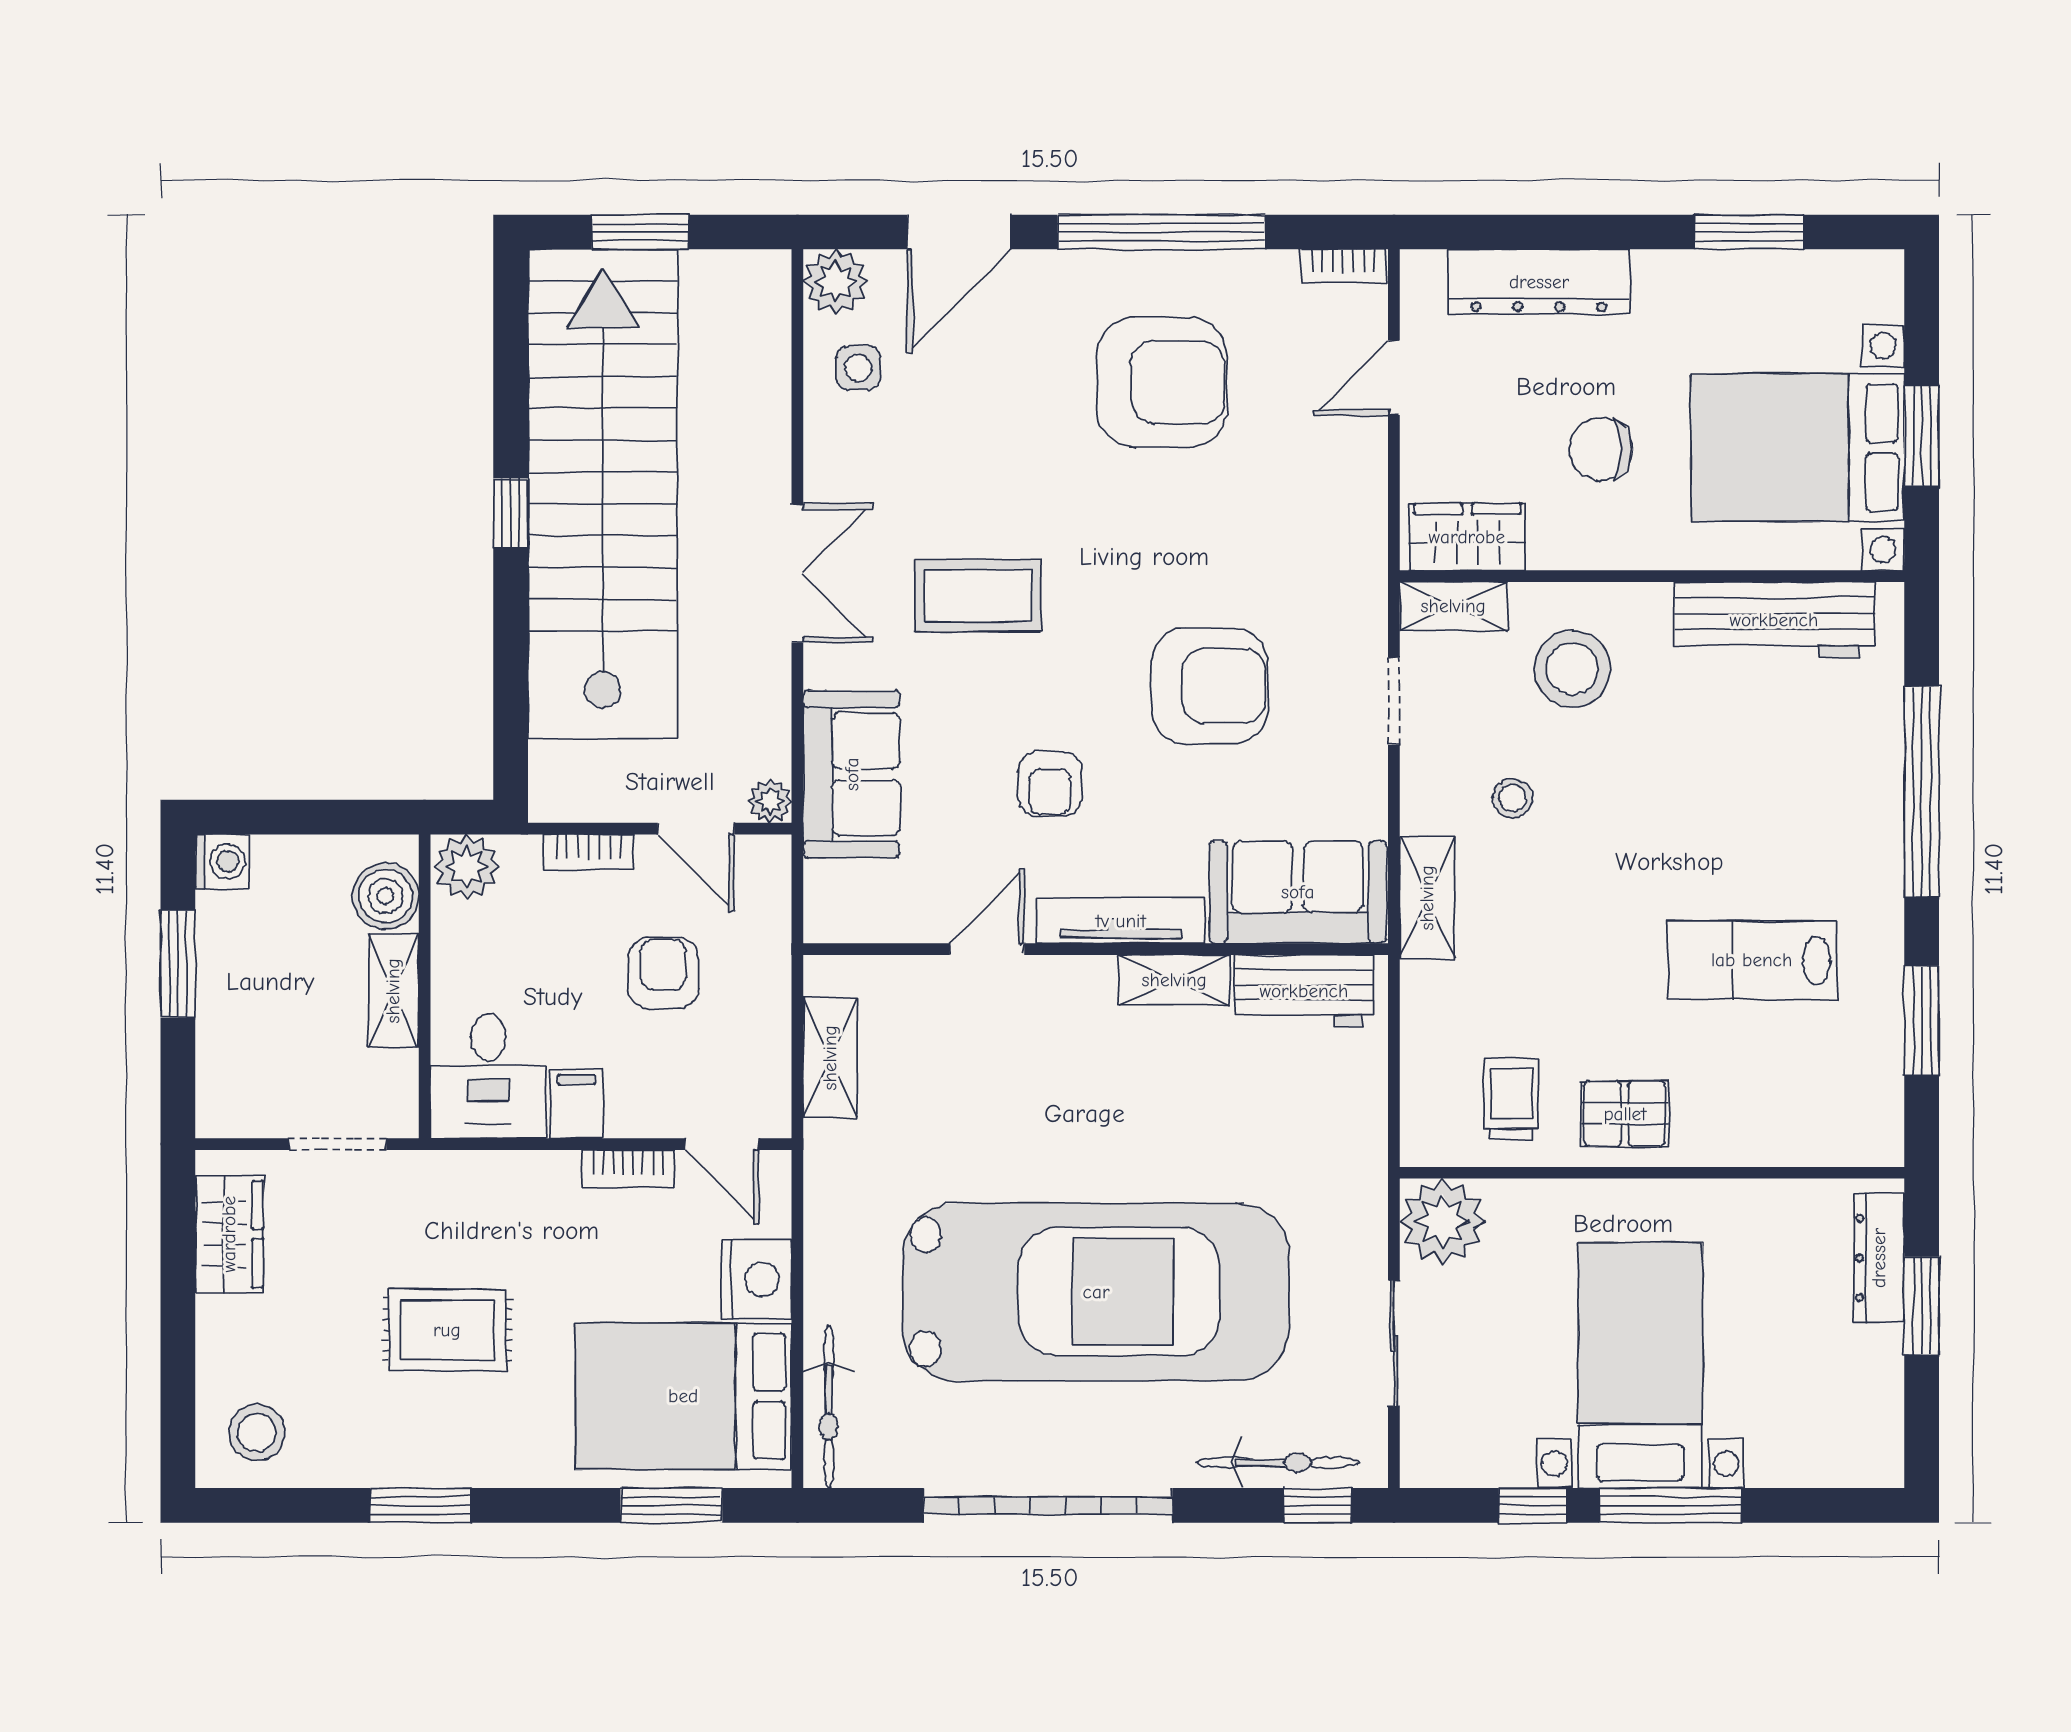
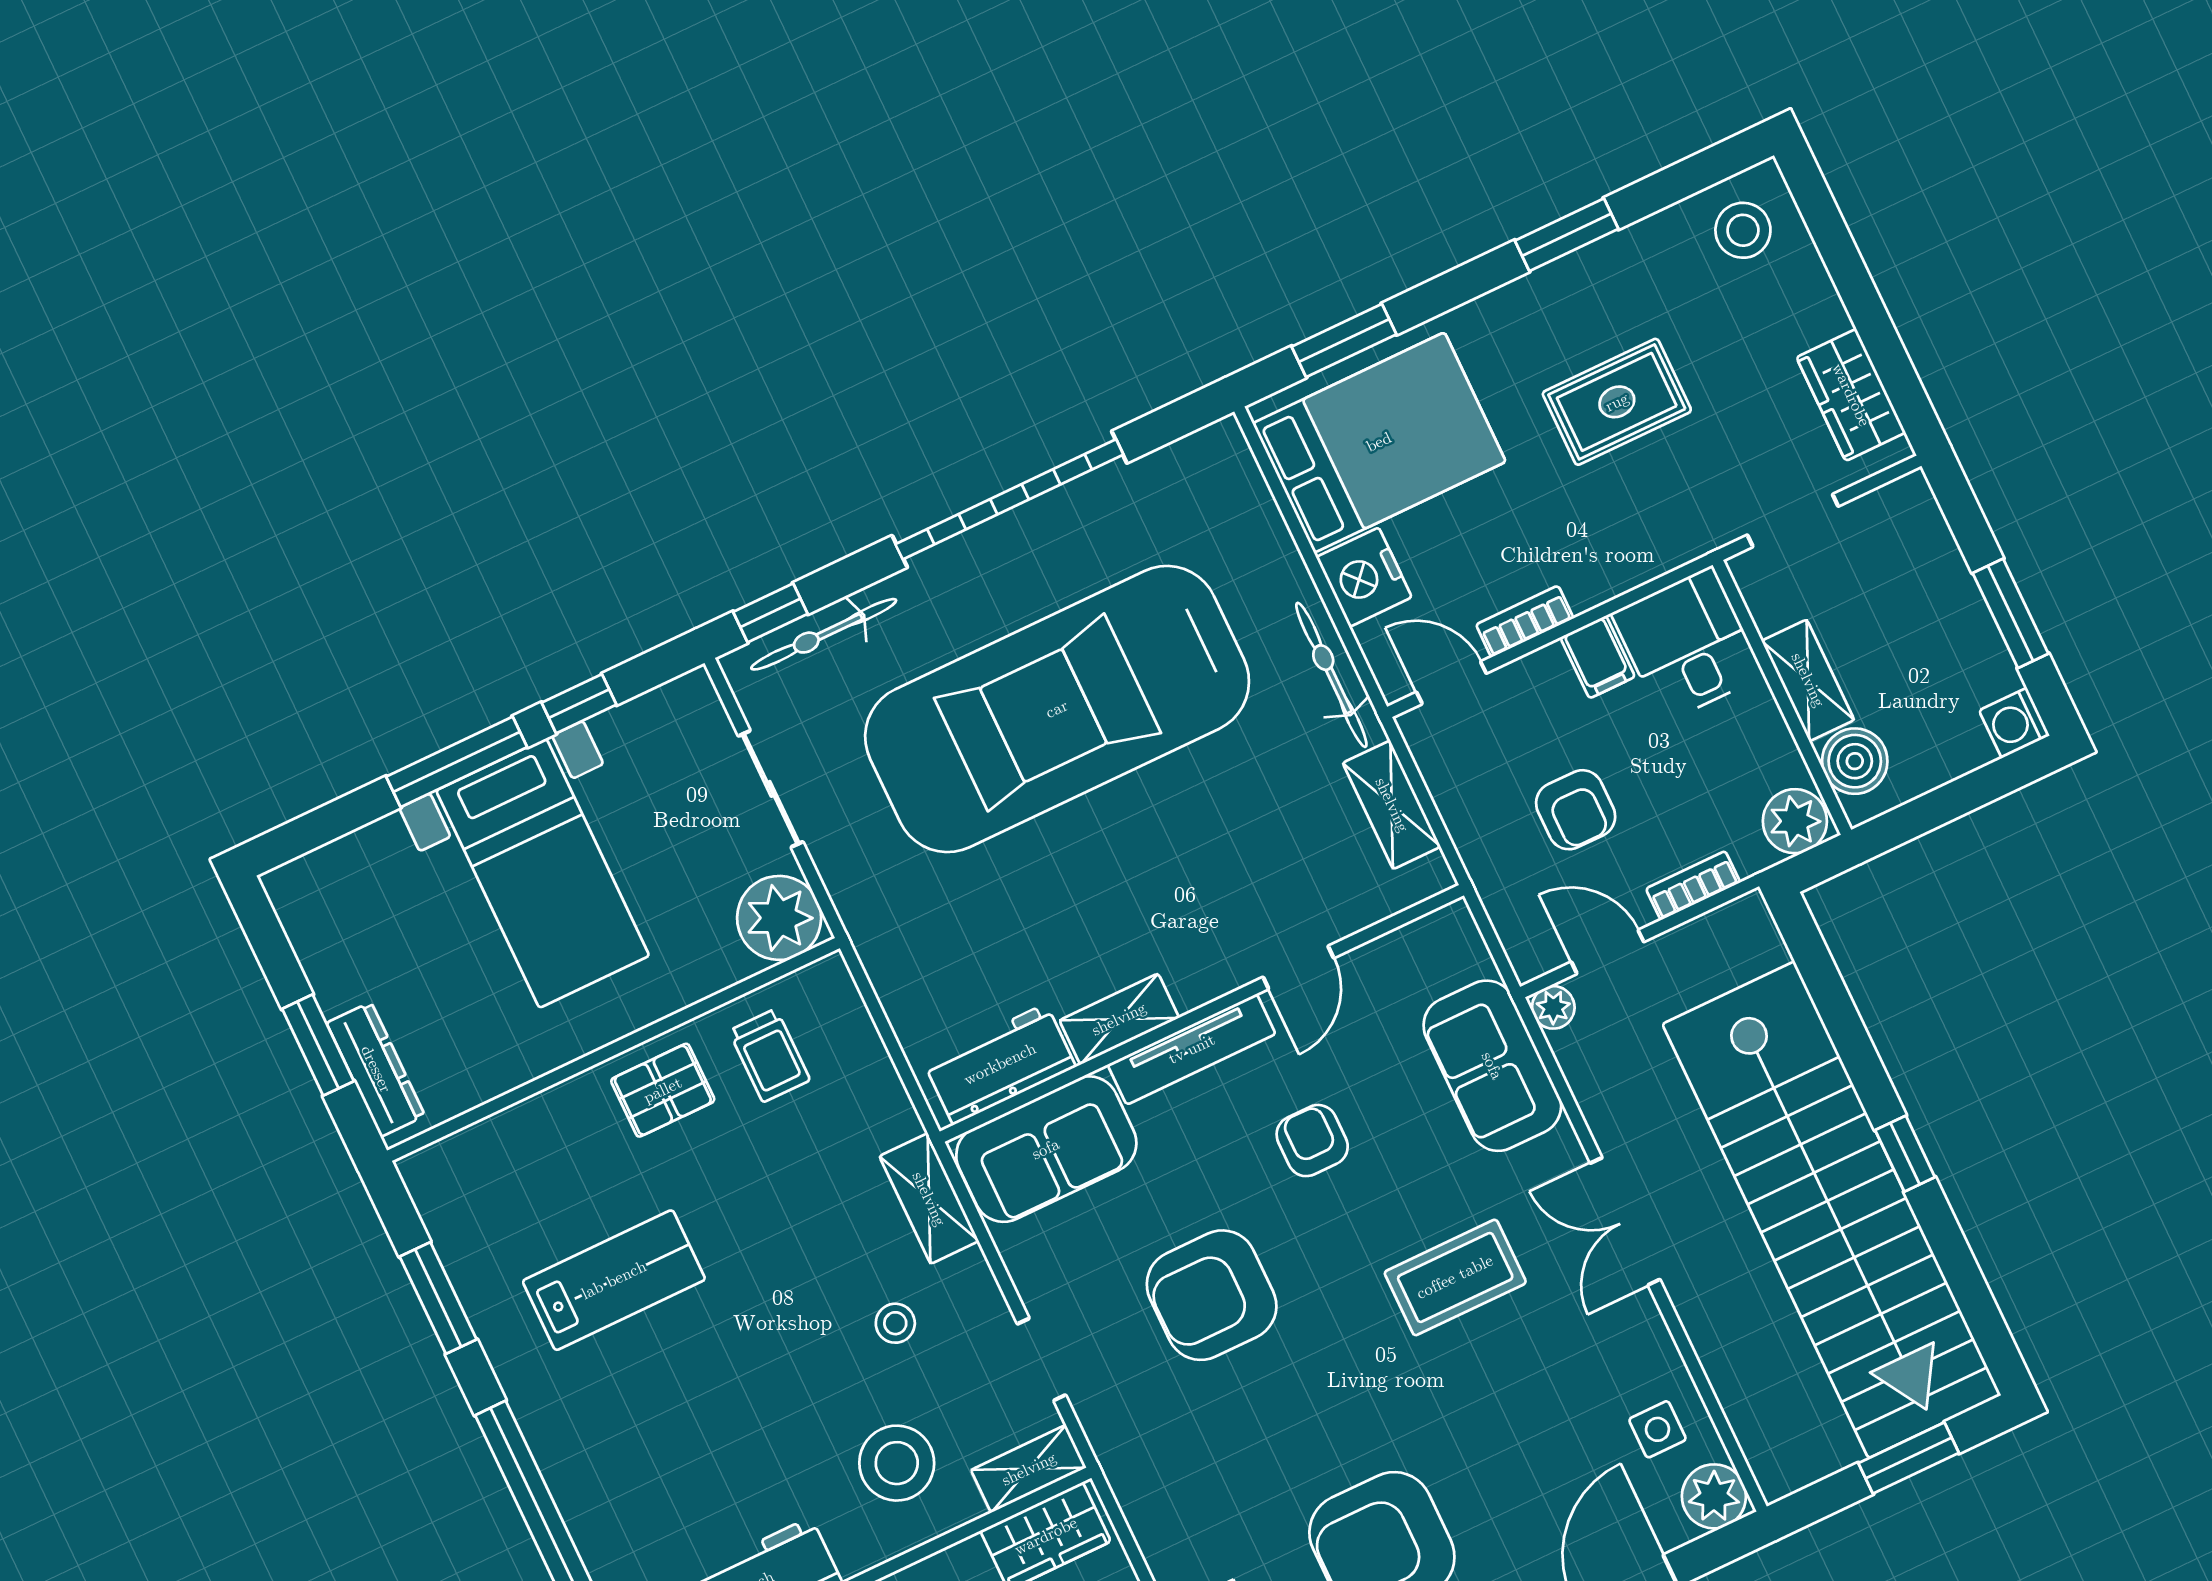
bicycle: (829, 1407) -> (1331, 675), moved

